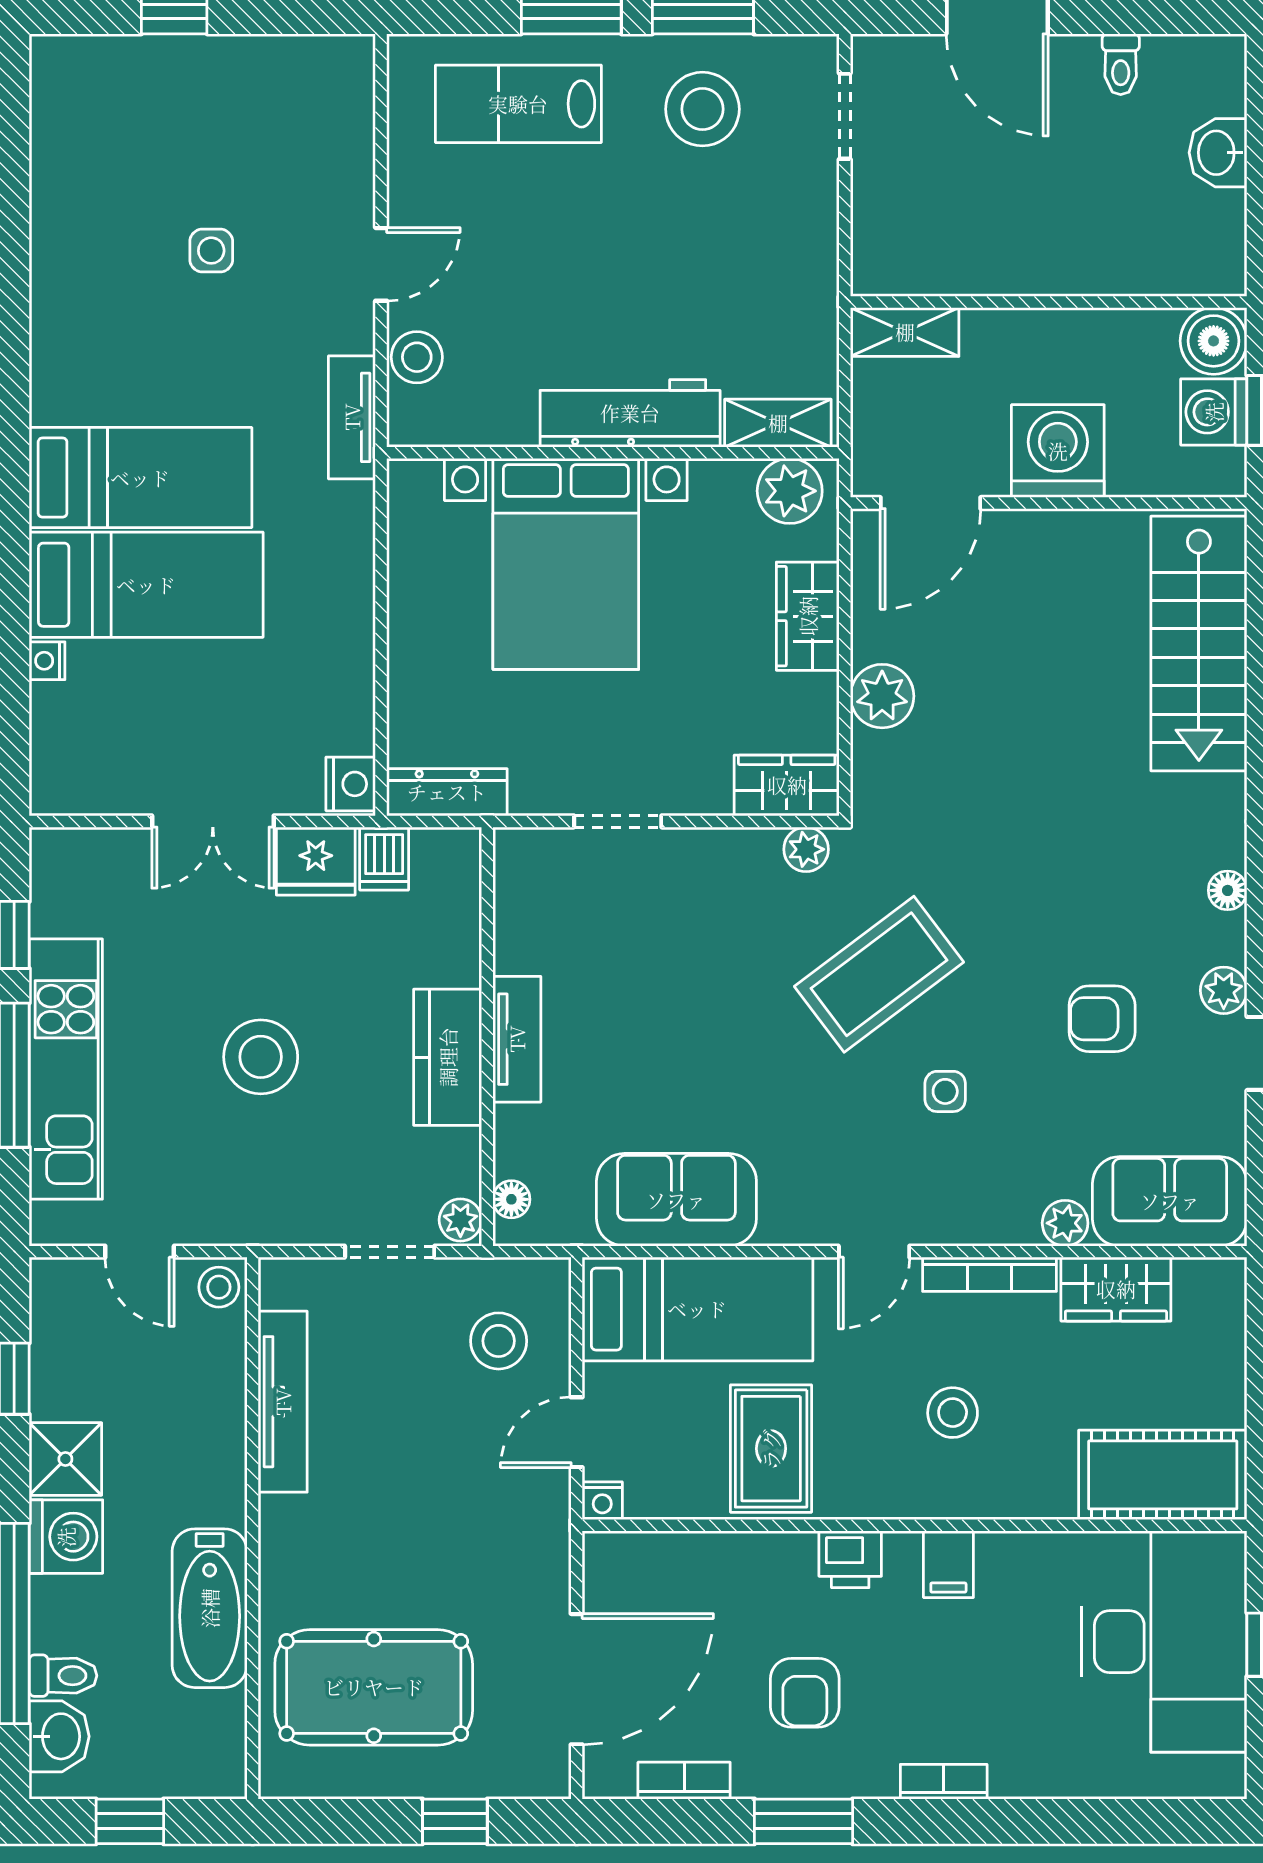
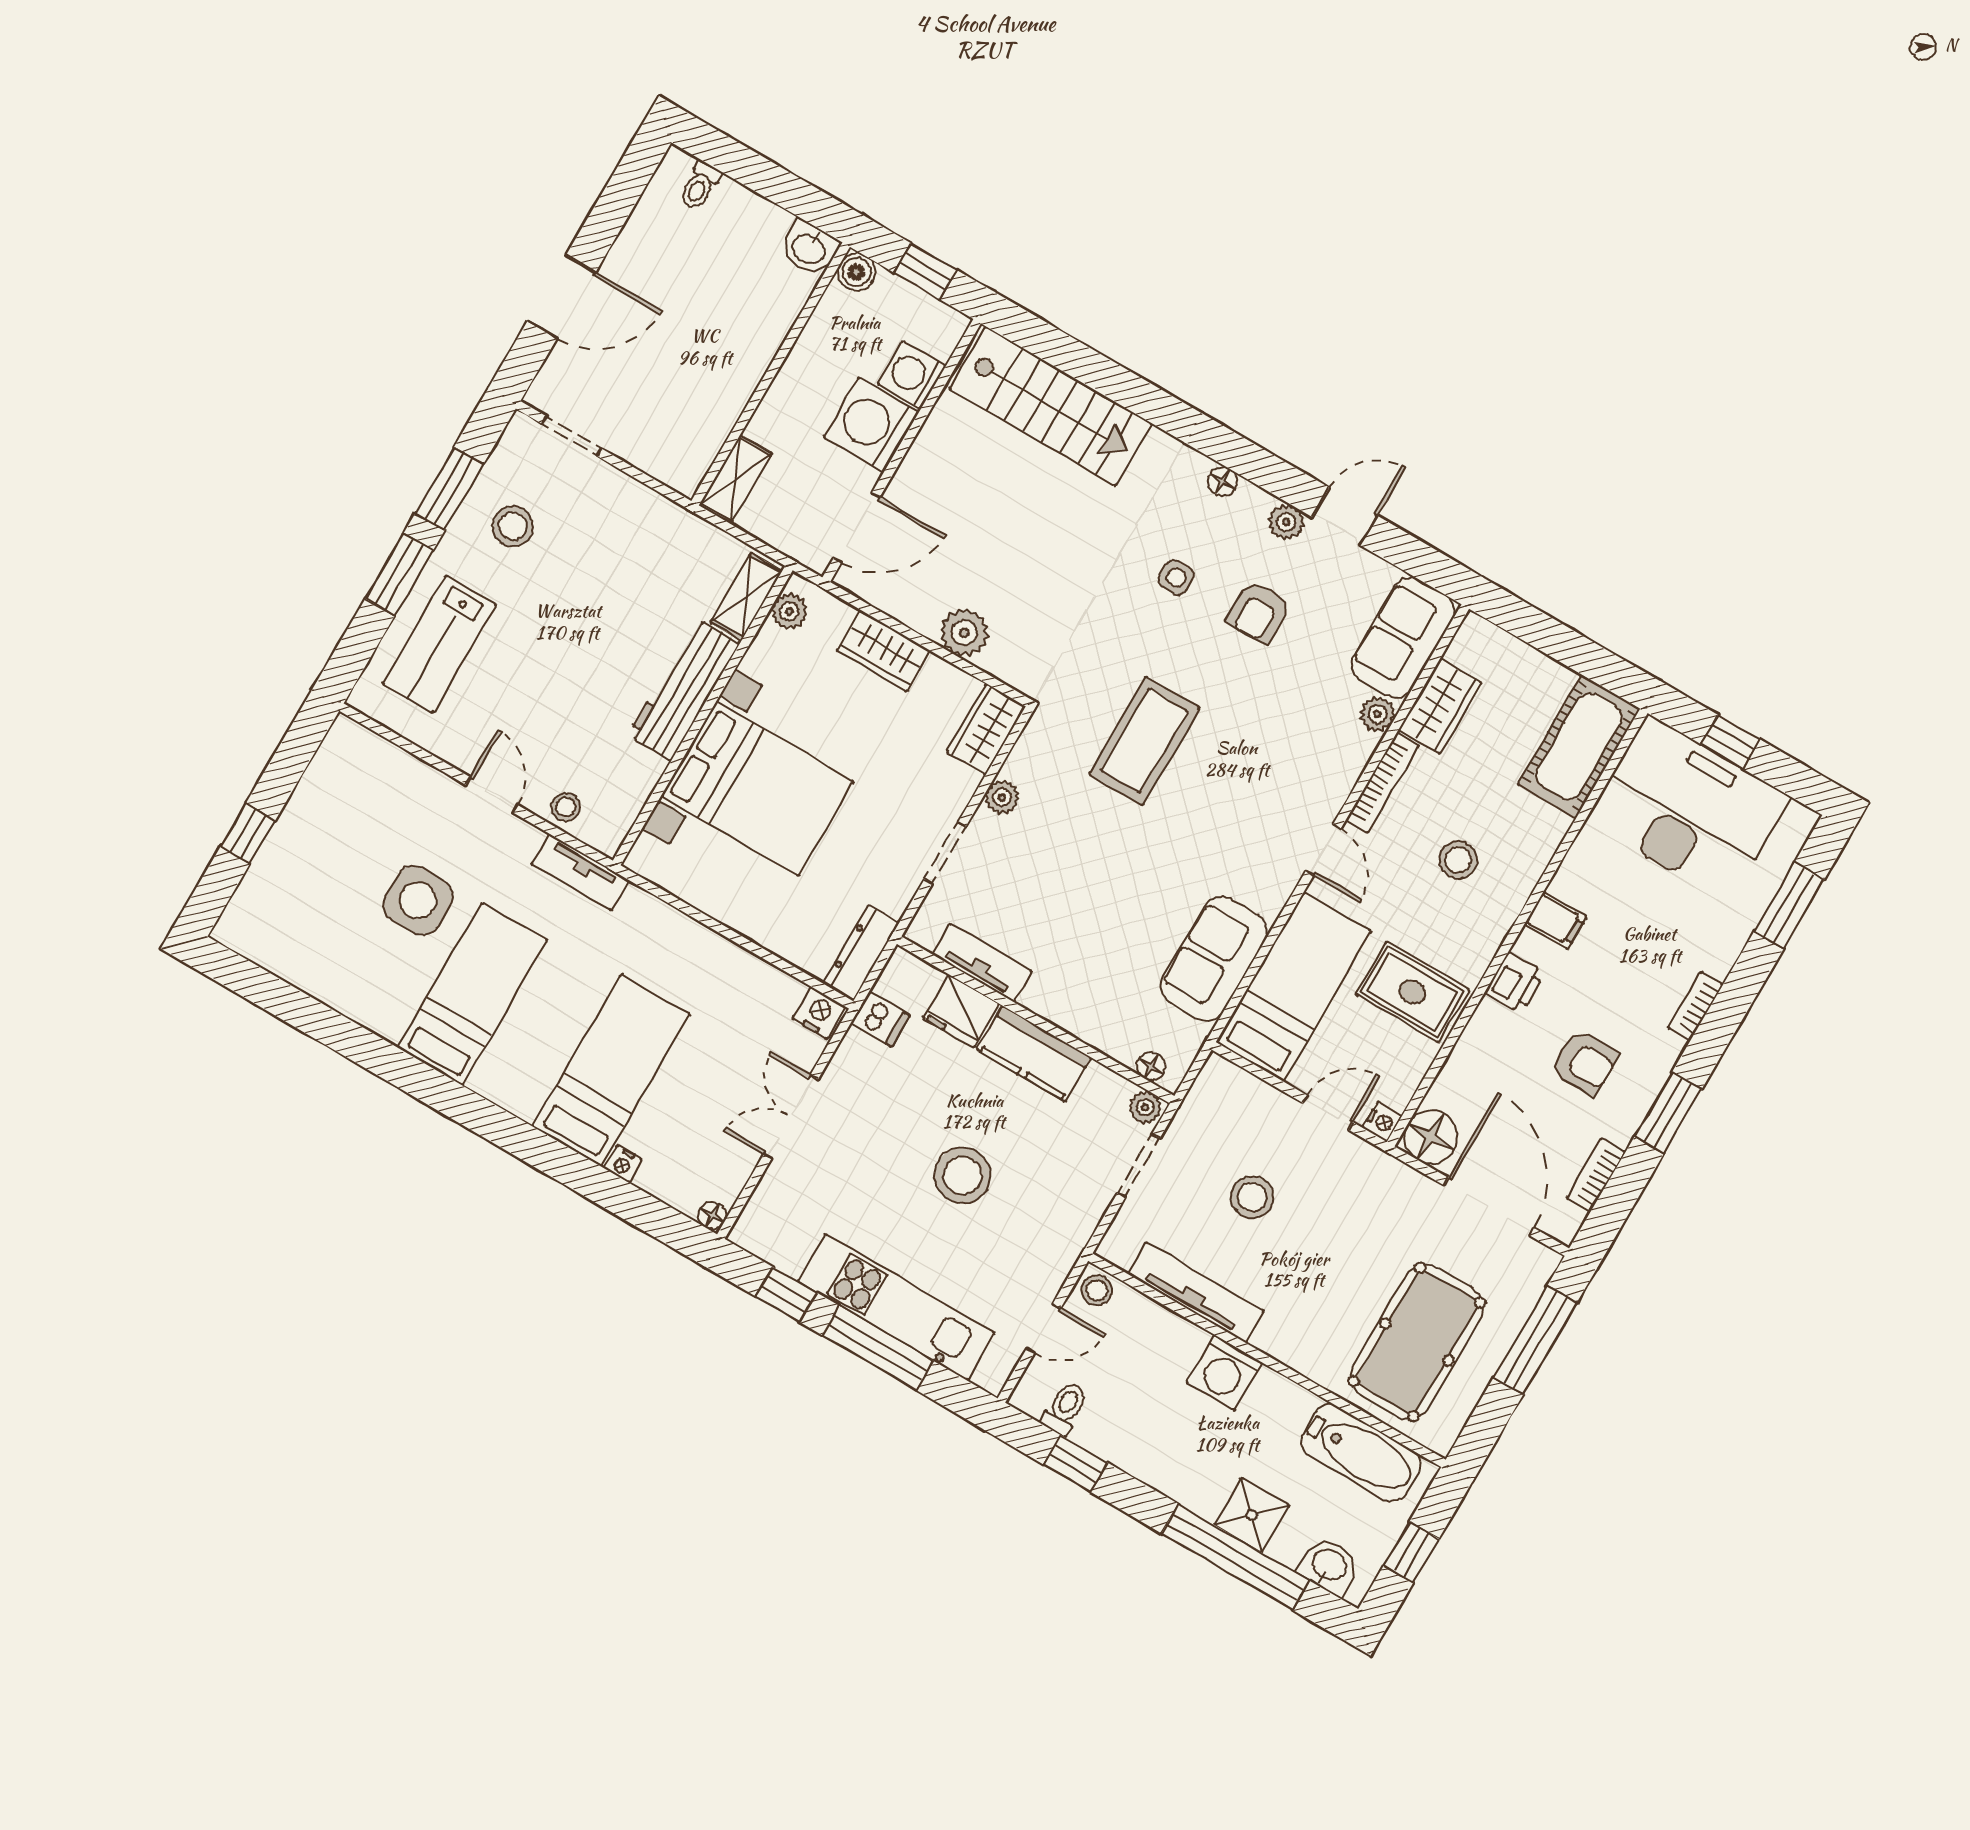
toilet: (1121, 64) -> (700, 186), moved, turned 90
stool: (702, 109) -> (513, 526), width x0.73, depth x0.73
washbasin: (1218, 153) -> (809, 248), moved
side table: (211, 251) -> (418, 900), width x1.87, depth x1.87
boiler: (1214, 341) -> (856, 272), width x0.73, depth x0.73
stool: (417, 357) -> (566, 807), width x0.73, depth x0.73
washing machine: (1214, 412) -> (912, 375), moved, turned 90
bed: (140, 478) -> (472, 994), moved
plant: (790, 491) -> (789, 611), width x0.73, depth x0.73
door: (931, 503) -> (857, 528), hinge flipped
floor lamp: (48, 797) -> (712, 1216), added
double door: (213, 821) -> (791, 1117), swing flipped
plant: (806, 849) -> (1002, 797), moved
fridge: (316, 861) -> (961, 1011), moved, turned 90
coffee table: (879, 974) -> (1144, 741), turned 37
tv unit: (517, 1039) -> (982, 963), moved
side table: (945, 1091) -> (1176, 577), moved
stool: (499, 1341) -> (1252, 1197), moved
door: (577, 1432) -> (1328, 1112), swing flipped
shower: (65, 1459) -> (1252, 1515), moved
washing machine: (66, 1537) -> (1224, 1372), moved, turned 180
floor lamp: (617, 1566) -> (1431, 1137), added
bathtub: (210, 1608) -> (1361, 1453), moved
toilet: (63, 1676) -> (1065, 1408), moved
window: (455, 1821) -> (1535, 1340), width x2.17
window: (1121, 1821) -> (1789, 906), added

